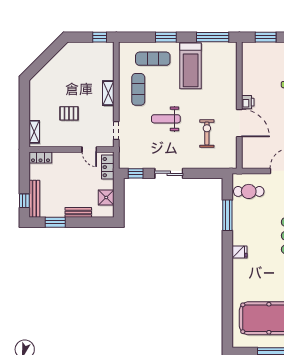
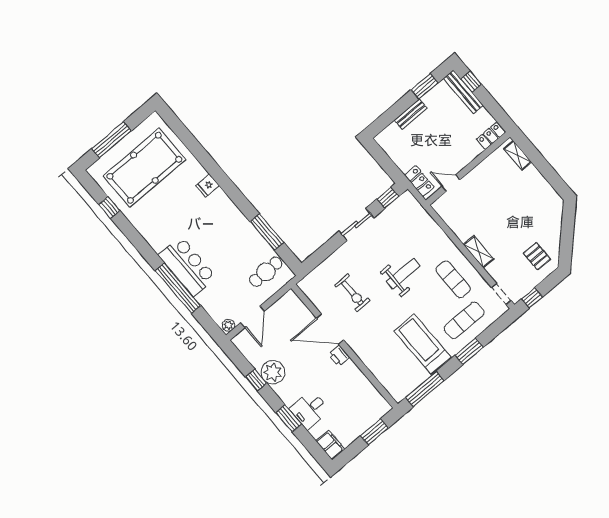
pallet: (69, 113) -> (537, 256), moved, turned 90
doorway: (116, 131) -> (501, 294), moved
shower: (106, 198) -> (396, 151), removed
fridge: (240, 252) -> (208, 186), moved

